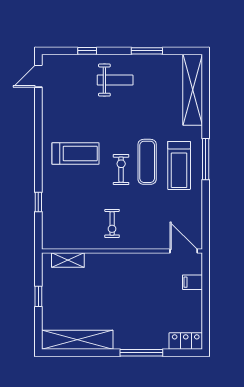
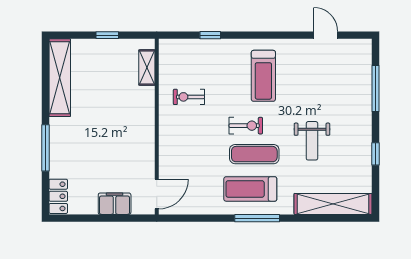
window: (87, 51) -> (376, 89), width x2.17
window: (147, 51) -> (376, 154), width x0.67
door: (38, 76) -> (326, 35), moved
weight bench: (115, 80) -> (312, 141), moved
exercise bike: (112, 223) -> (189, 97), moved
filing cabinet: (192, 282) -> (115, 204), width x2.00

